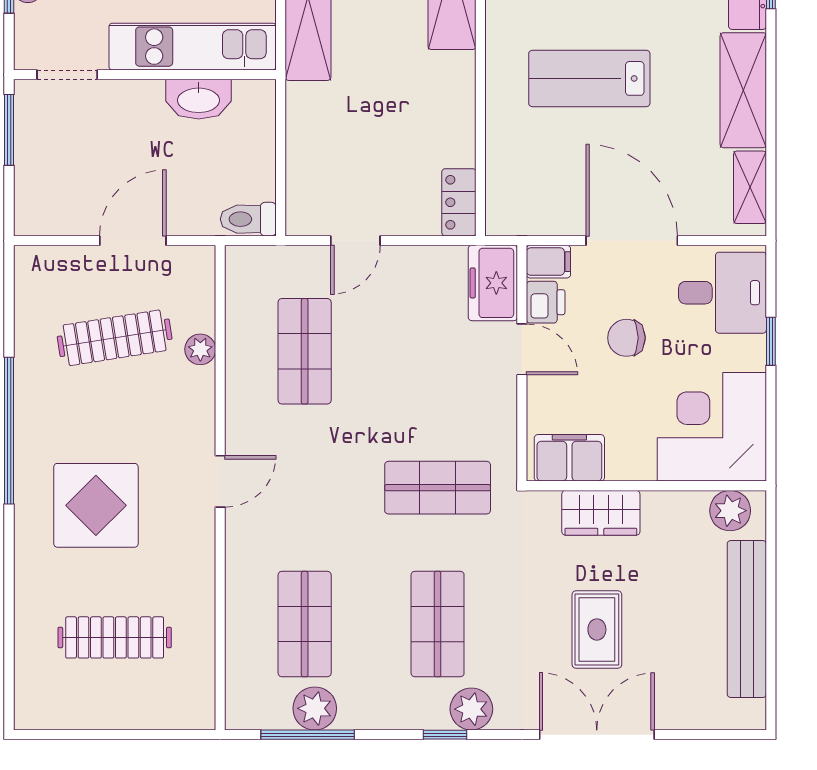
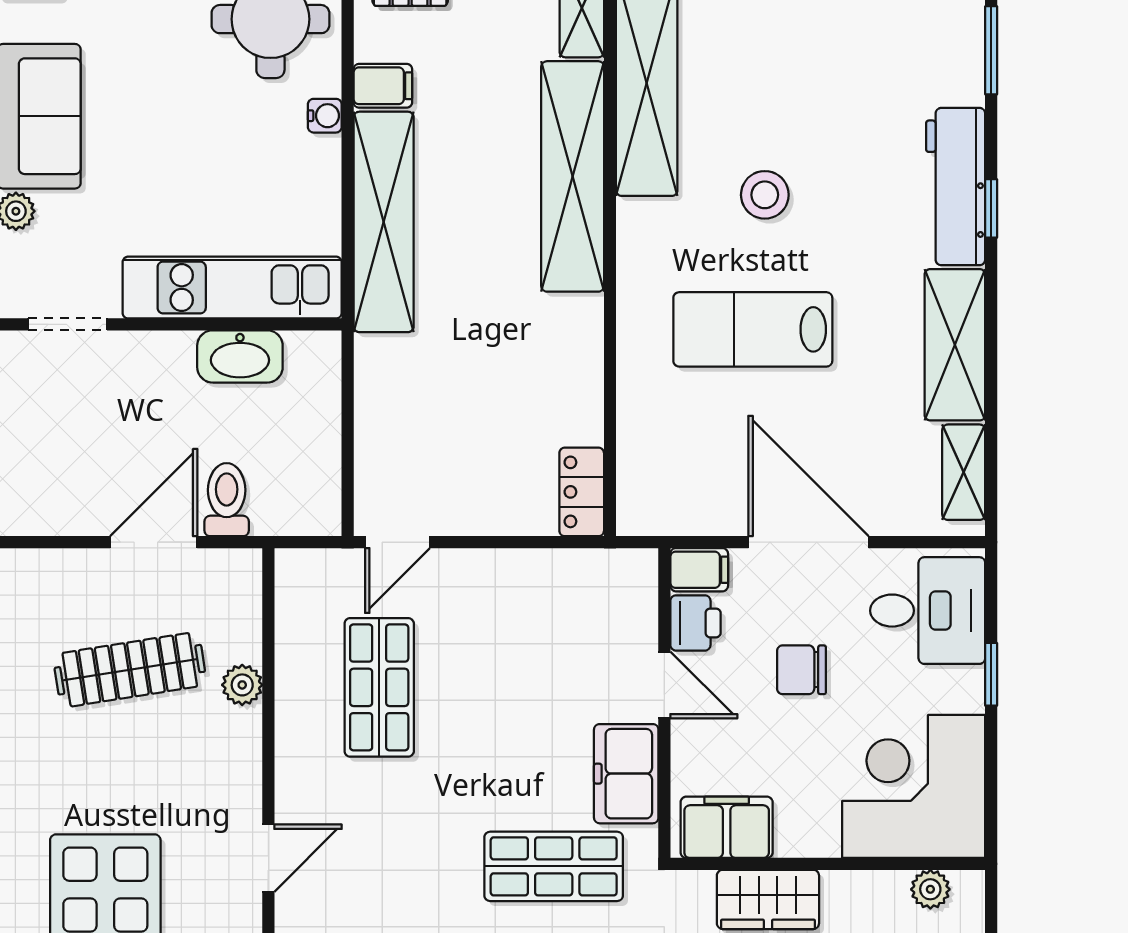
toilet: (248, 219) -> (227, 500), moved, turned 90
door: (355, 241) -> (397, 542), moved
freezer: (493, 283) -> (626, 774), moved
plant: (730, 511) -> (930, 889), width x0.73, depth x0.73

